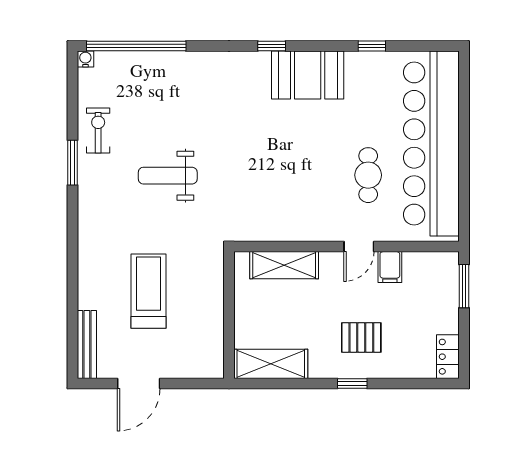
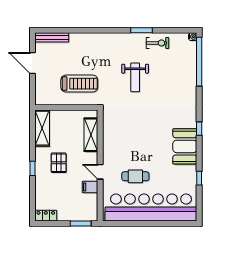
weight bench: (168, 176) -> (135, 77), turned 180
treadmill: (148, 291) -> (79, 84), moved
pallet: (361, 337) -> (59, 163), moved

